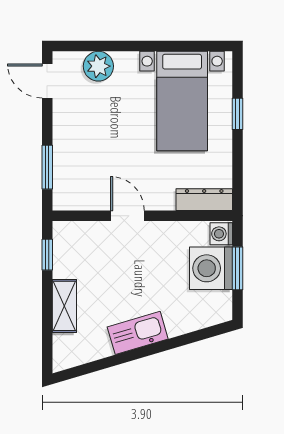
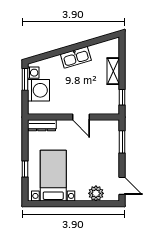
washing machine: (221, 234) -> (33, 73), moved
window: (237, 268) -> (25, 79), moved

